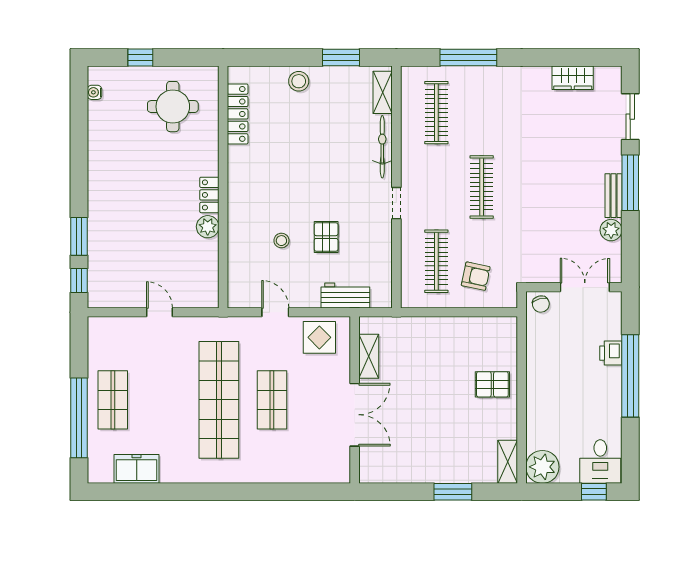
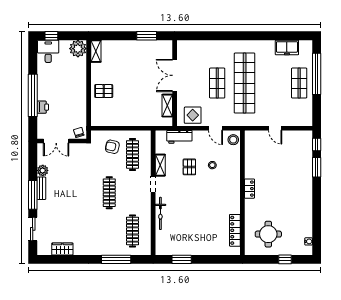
stool: (299, 81) -> (233, 140), moved
shelving: (383, 92) -> (160, 165), moved
plant: (208, 227) -> (250, 172), removed
window: (453, 492) -> (147, 36), moved

